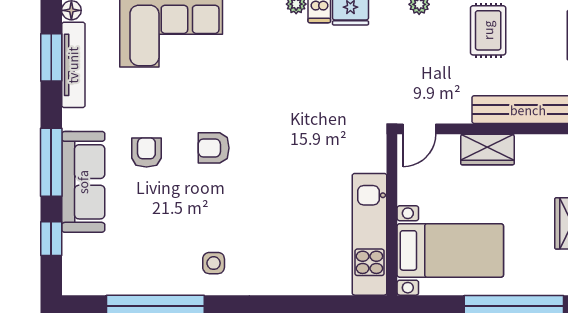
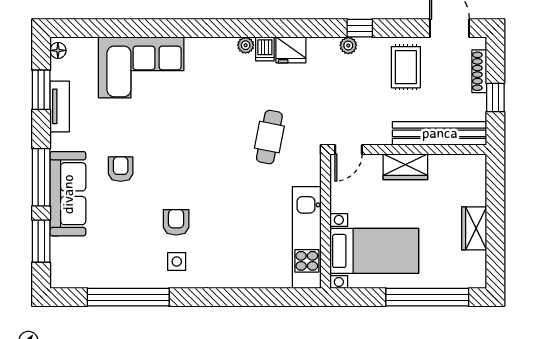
tv unit: (73, 65) -> (60, 106), width x0.71
cafe table: (325, 114) -> (269, 137), added
armchair: (214, 148) -> (176, 222), moved, turned 90
window: (51, 239) -> (41, 241), width x1.50

